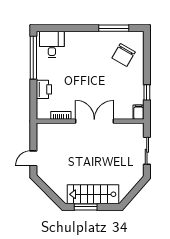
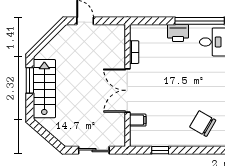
printer: (44, 89) -> (178, 33), moved
filing cabinet: (139, 112) -> (138, 120), moved
double door: (94, 121) -> (127, 90), swing flipped

